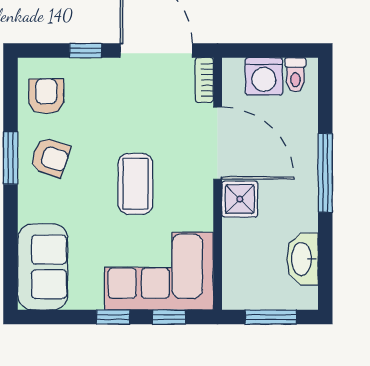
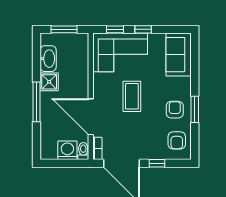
toilet: (295, 75) -> (83, 151), moved
armchair: (50, 157) -> (175, 110), turned 71
shower: (240, 199) -> (49, 82), moved

